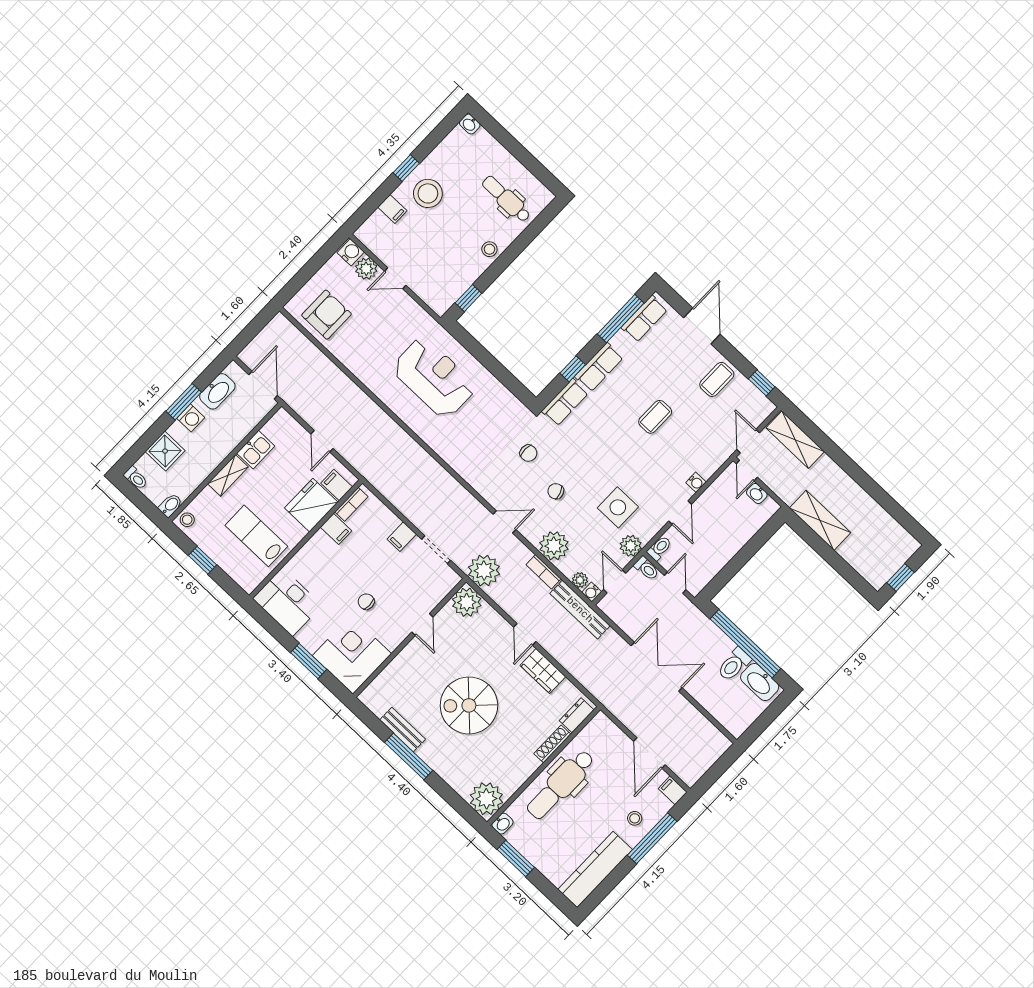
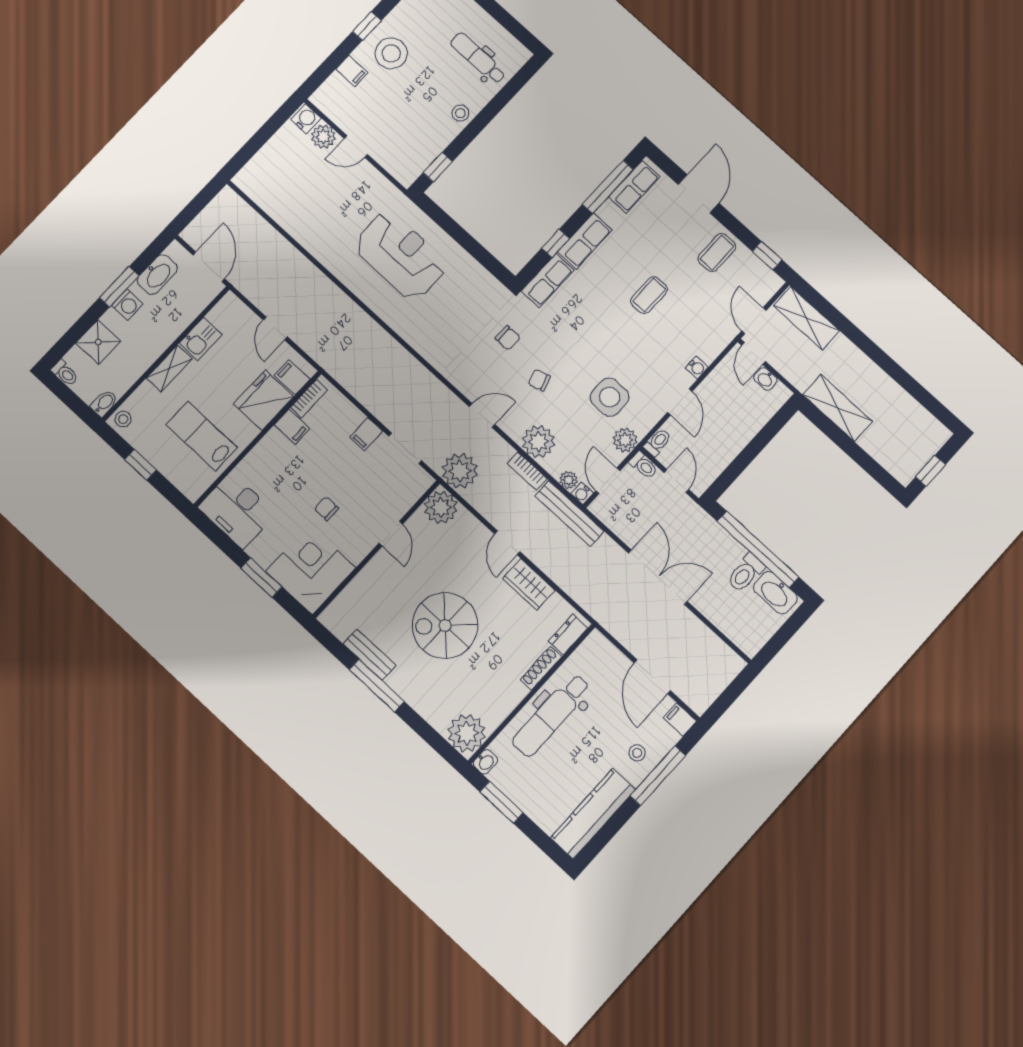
armchair: (327, 315) -> (279, 188), removed

